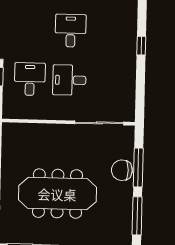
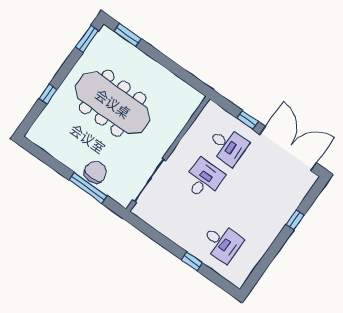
desk: (71, 31) -> (222, 243), moved
meeting table: (57, 194) -> (113, 103), turned 90
window: (137, 216) -> (47, 159), removed

